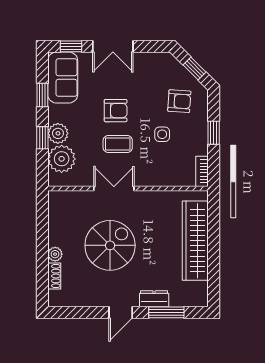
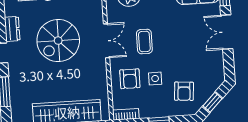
armchair: (116, 111) -> (130, 79), moved
spiral stairs: (110, 245) -> (58, 41), turned 90
dresser: (154, 299) -> (12, 29), moved

